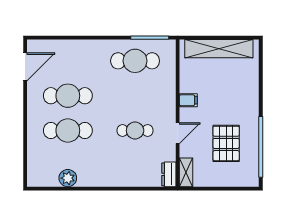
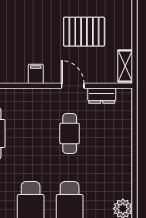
shelving: (186, 172) -> (125, 66), moved, turned 90
dresser: (169, 174) -> (102, 96), moved

